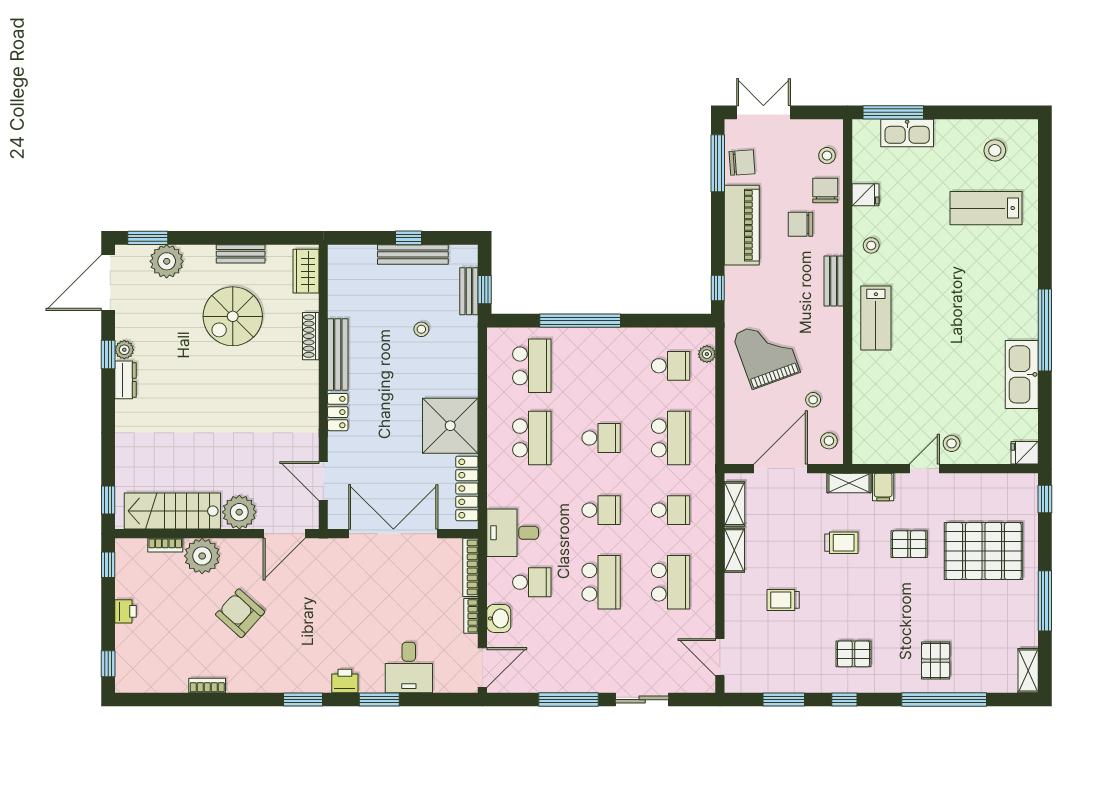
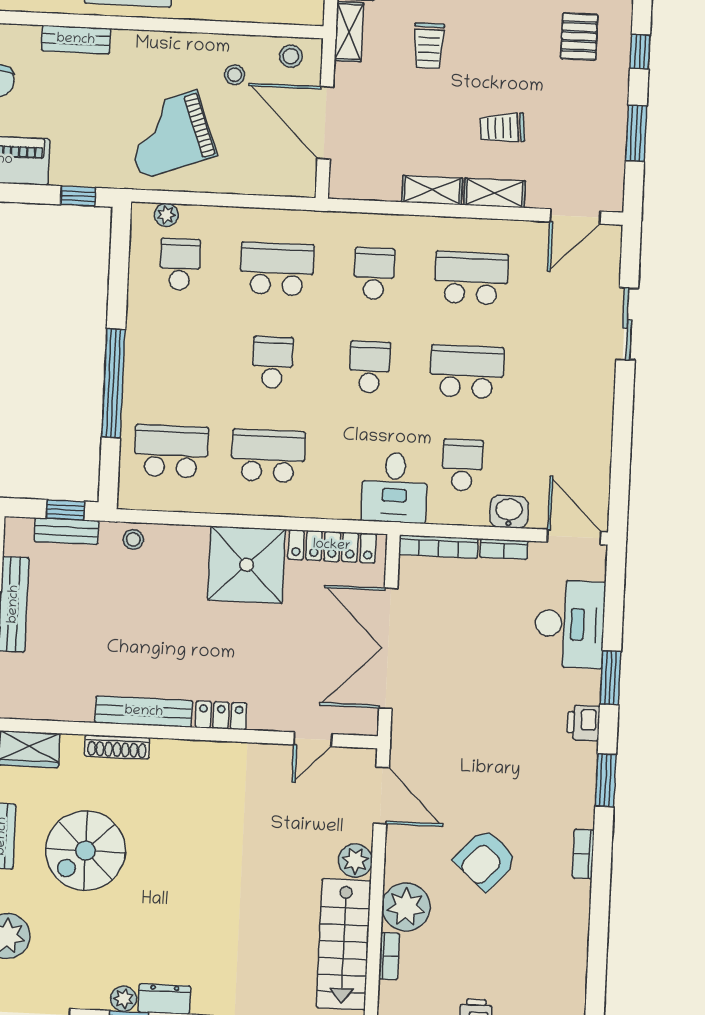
spiral stairs: (233, 316) -> (85, 851), turned 90
stool: (421, 329) -> (133, 539), moved
door: (323, 481) -> (313, 739), width x0.73
shelving: (735, 504) -> (495, 193), moved
plant: (239, 512) -> (355, 861), width x0.73, depth x0.73
trolley: (841, 543) -> (429, 46), turned 180
trolley: (783, 600) -> (502, 128), turned 85
desk: (409, 667) -> (570, 624), width x1.37
bookcase: (207, 685) -> (583, 854), moved
window: (569, 700) -> (623, 423), removed

